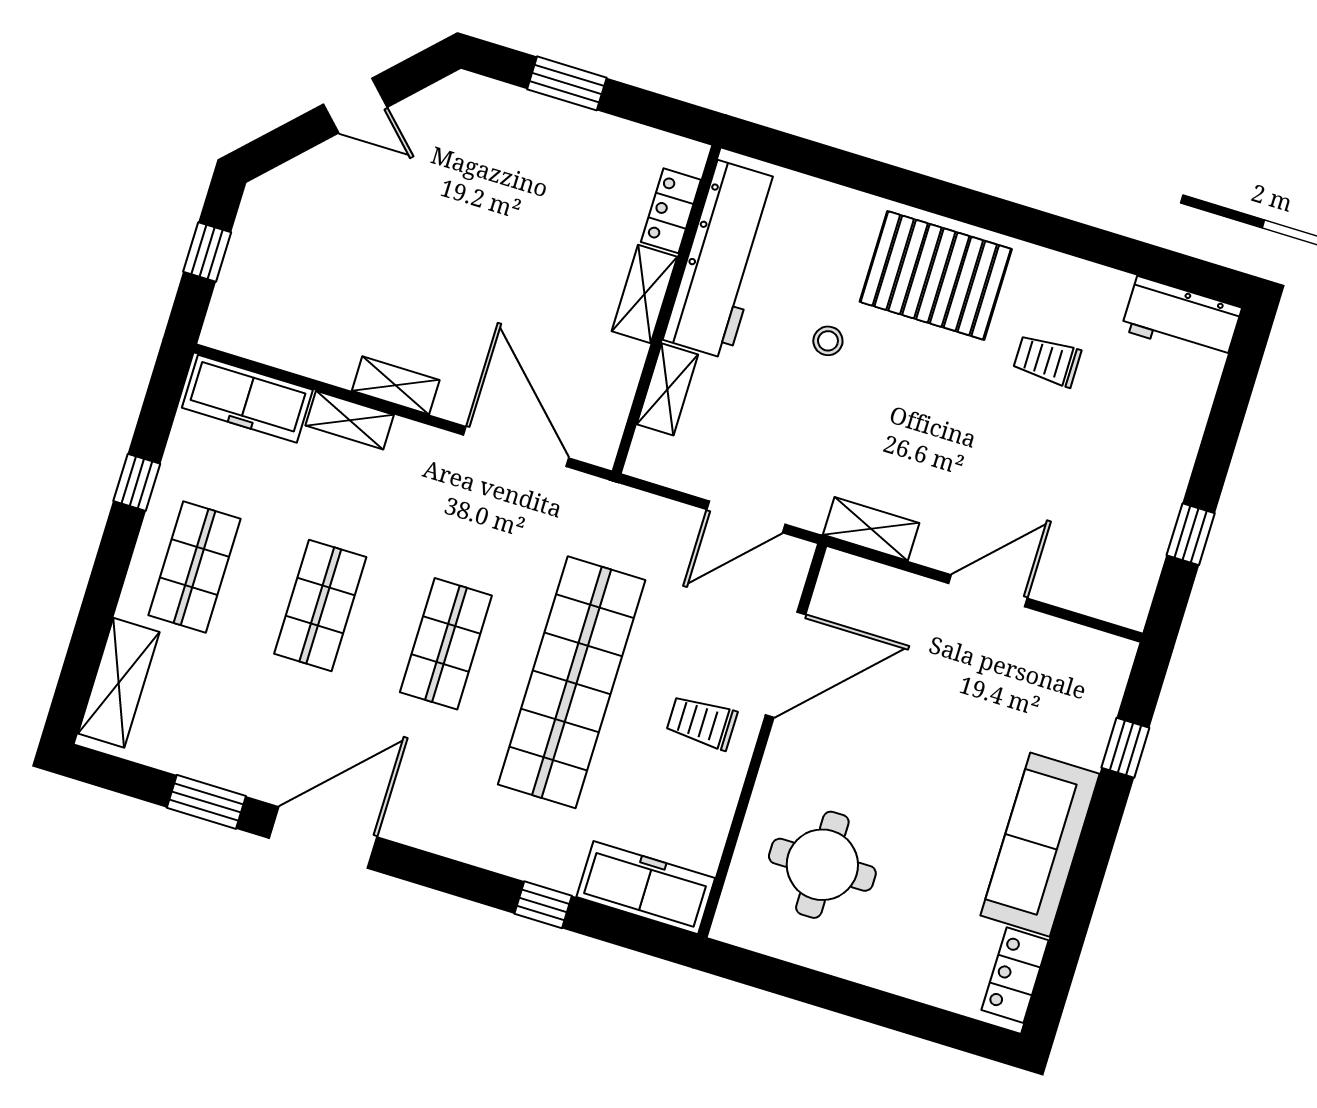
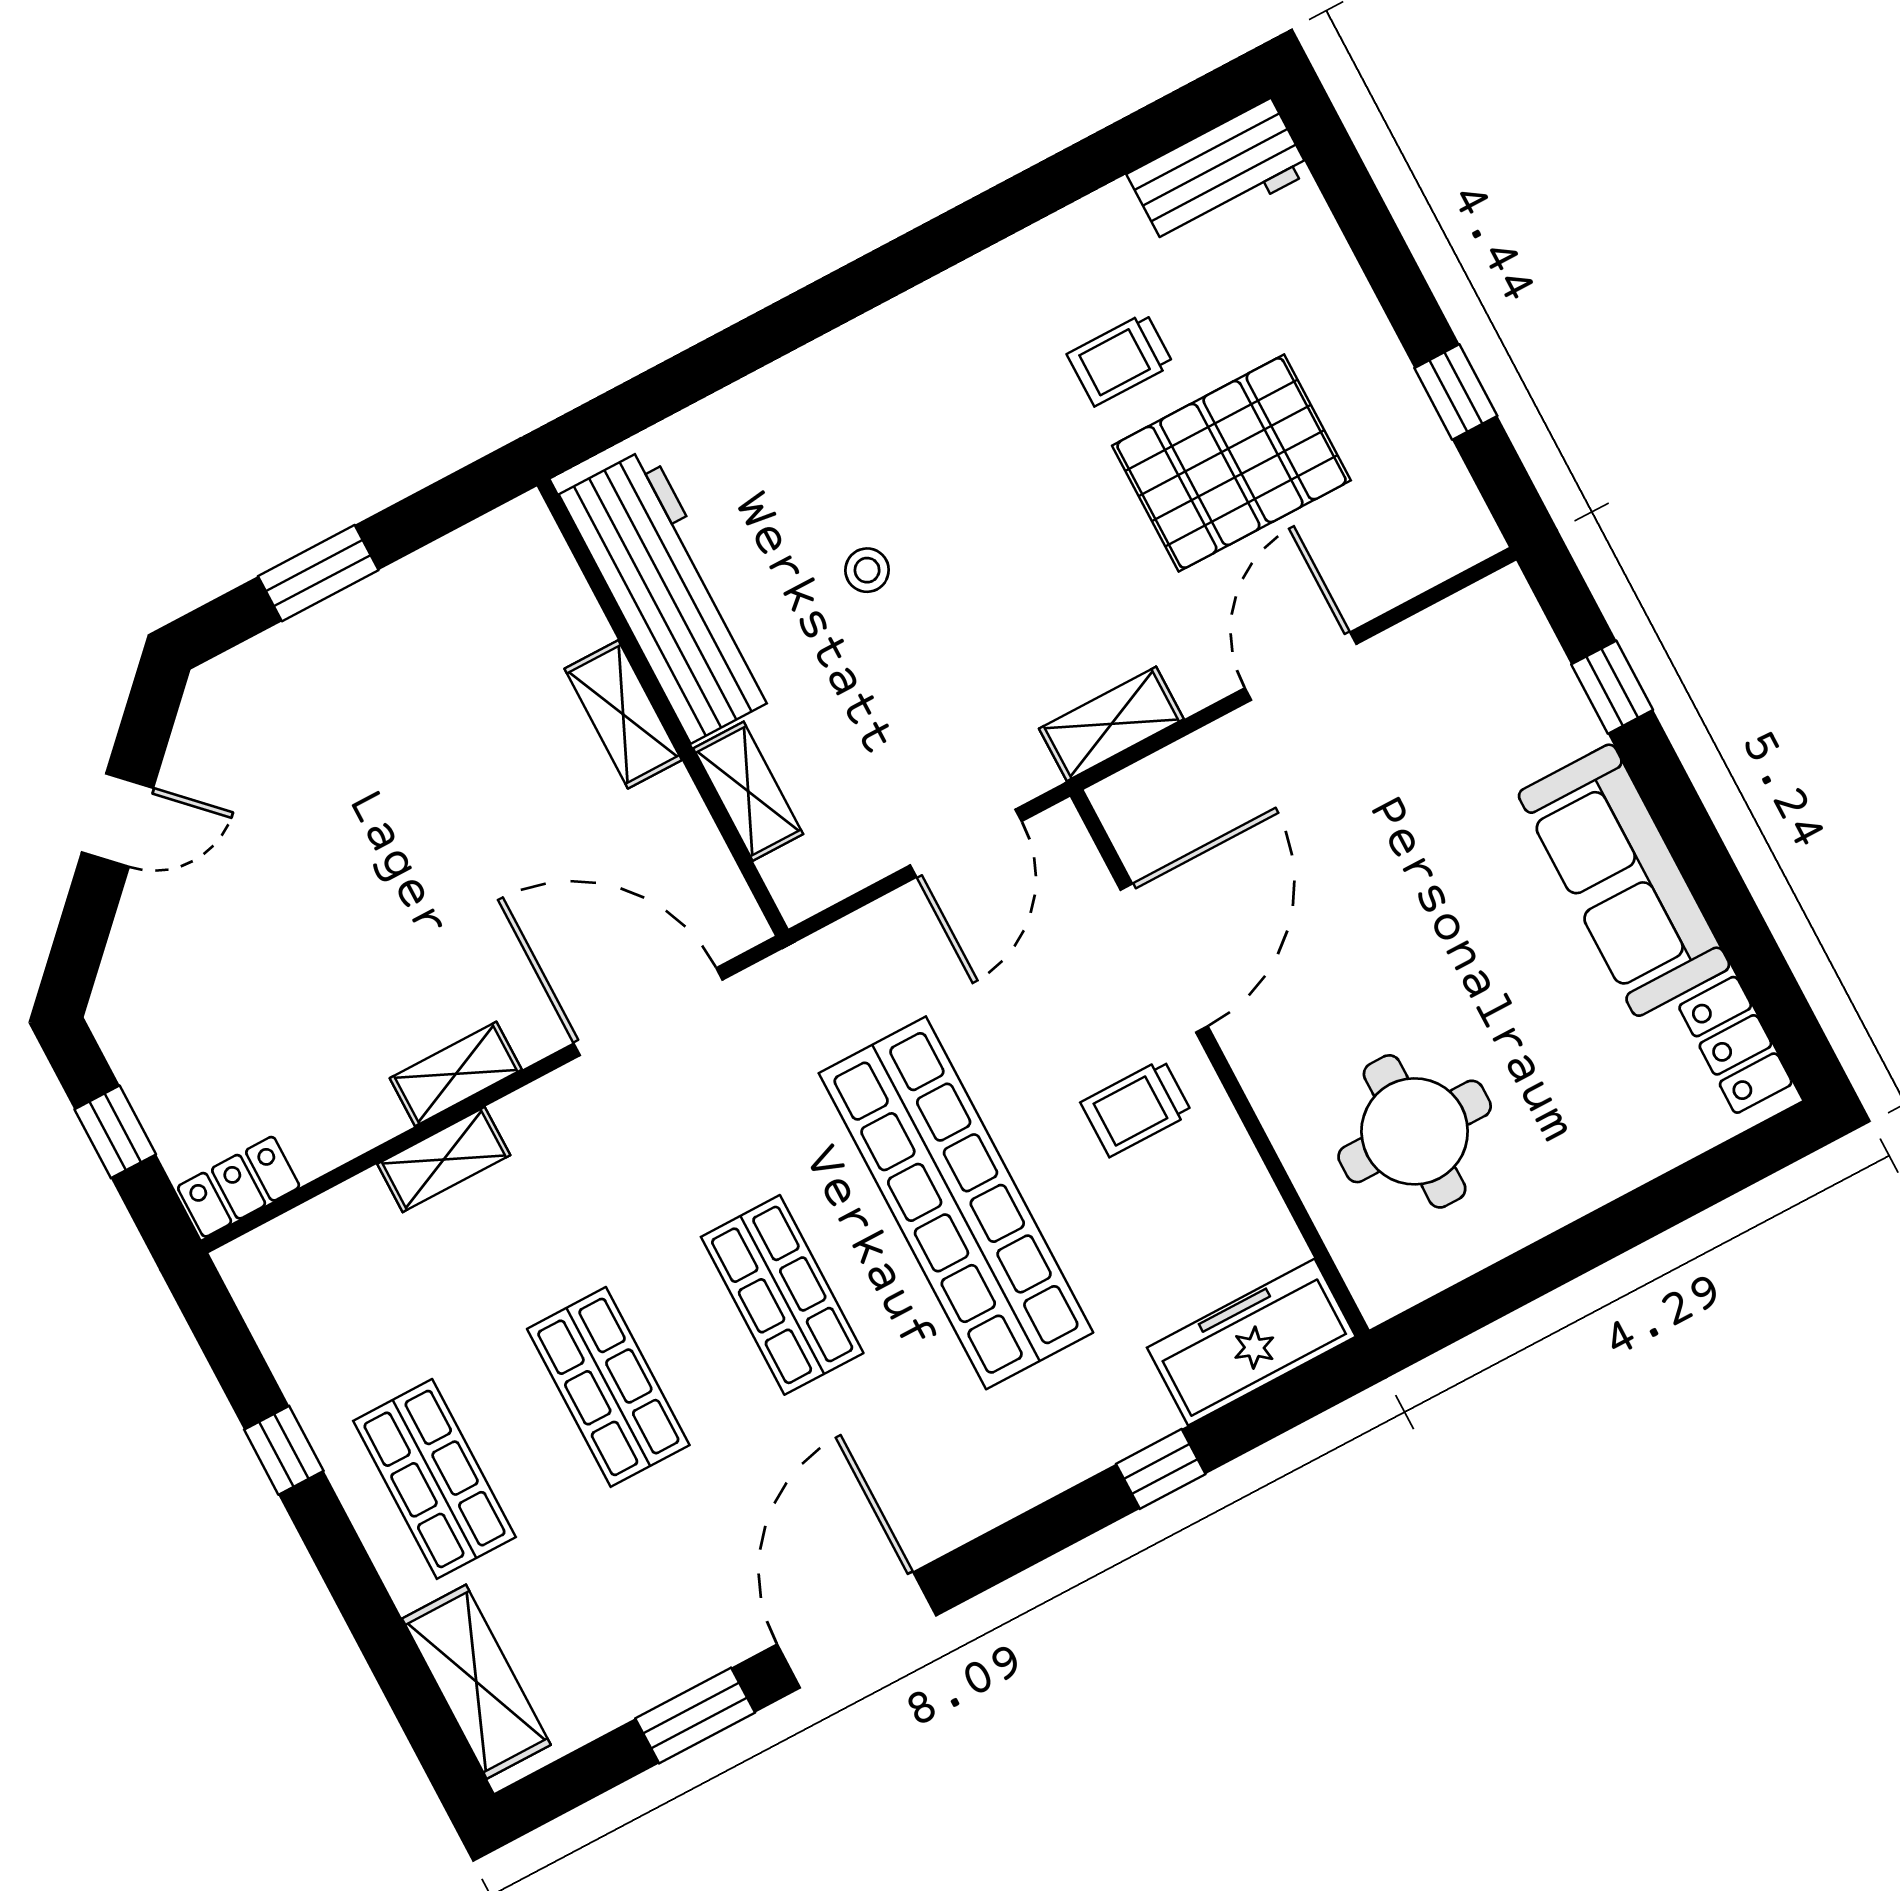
locker: (671, 211) -> (239, 1187), moved, turned 90
pallet: (936, 275) -> (1231, 463), moved
freezer: (247, 399) -> (313, 1245), removed

